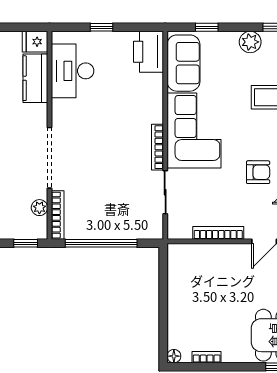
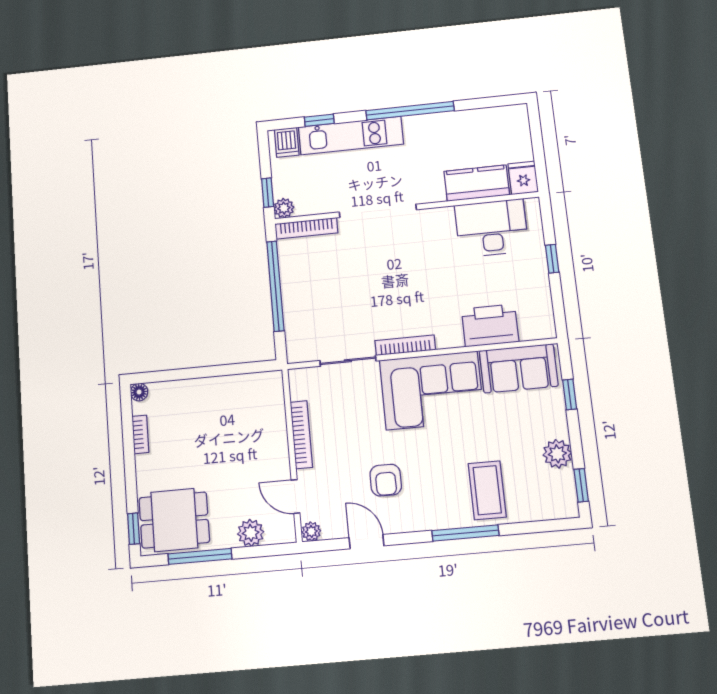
printer: (149, 52) -> (490, 325), moved
plant: (39, 208) -> (284, 208), moved

